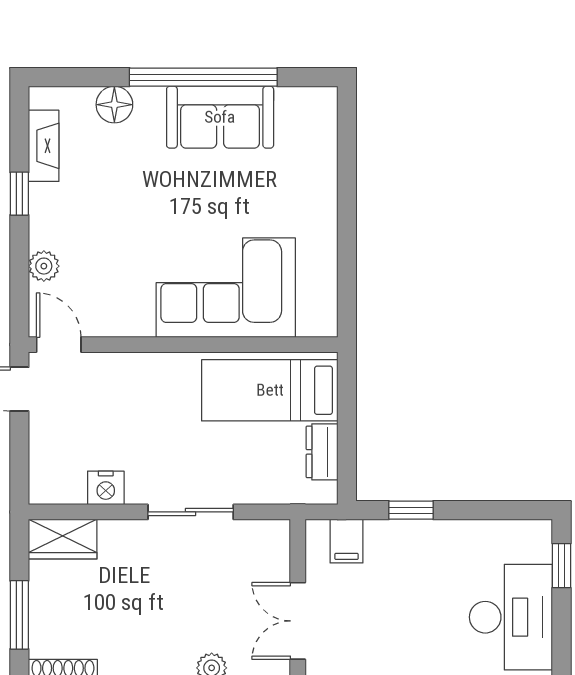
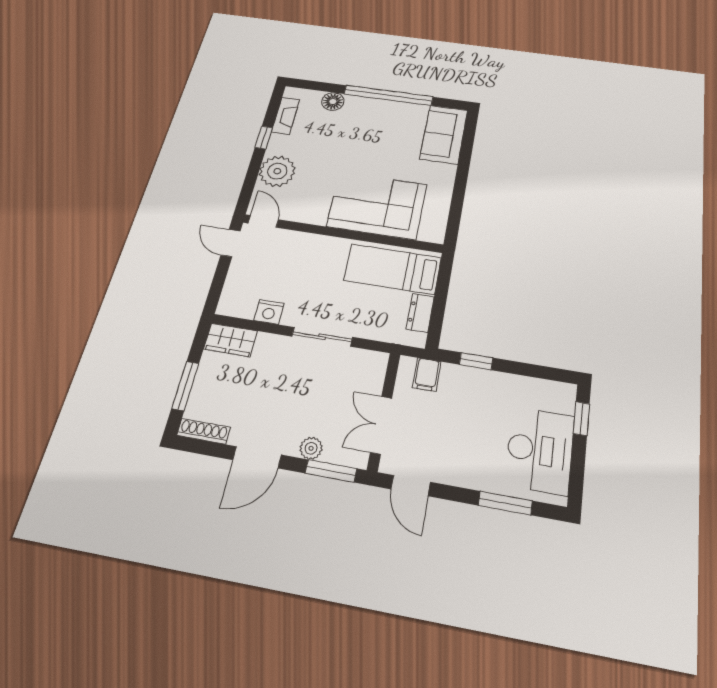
sofa: (220, 117) -> (444, 134), moved, turned 90
plant: (44, 266) -> (277, 171), width x1.88, depth x1.88

